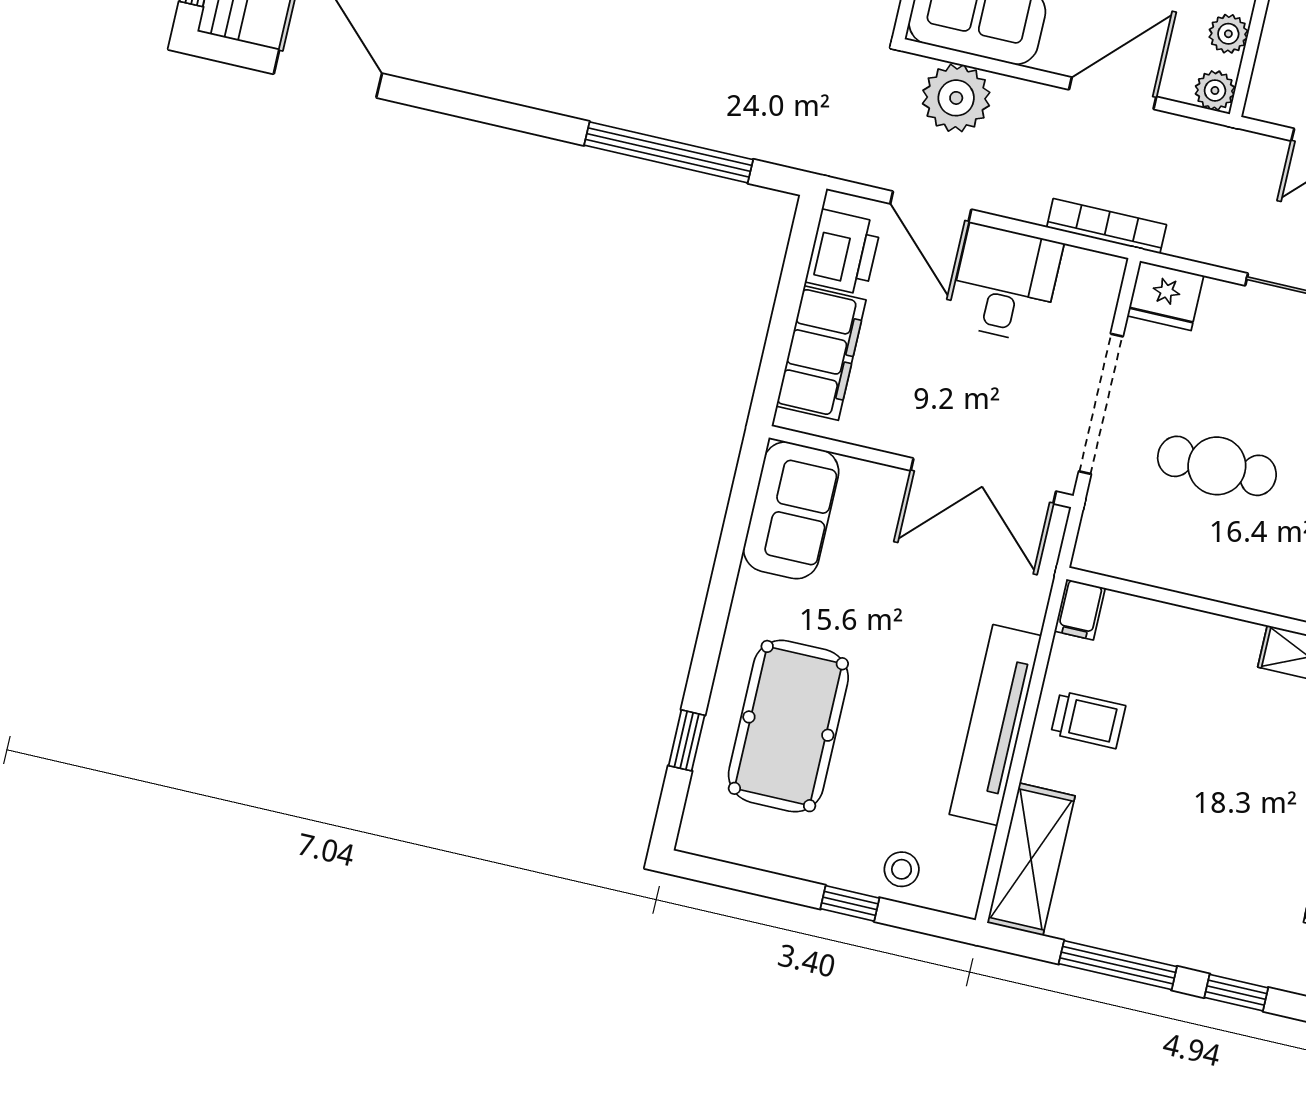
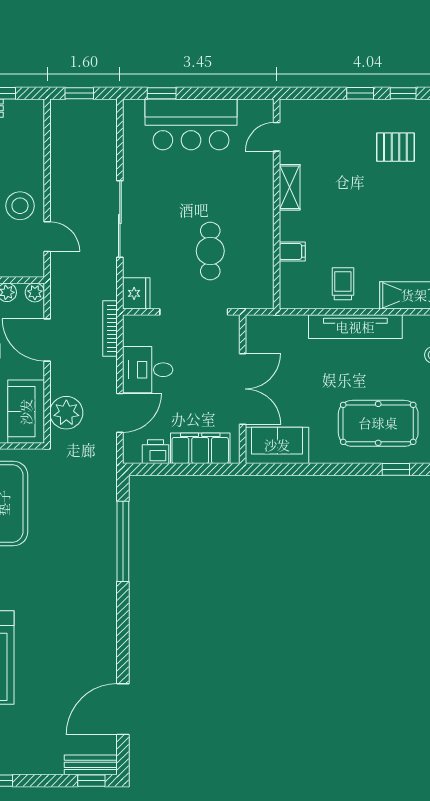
printer: (843, 252) -> (155, 452), width x0.73, depth x0.81
double door: (983, 481) -> (243, 389), moved
filing cabinet: (1080, 609) -> (292, 251), moved

